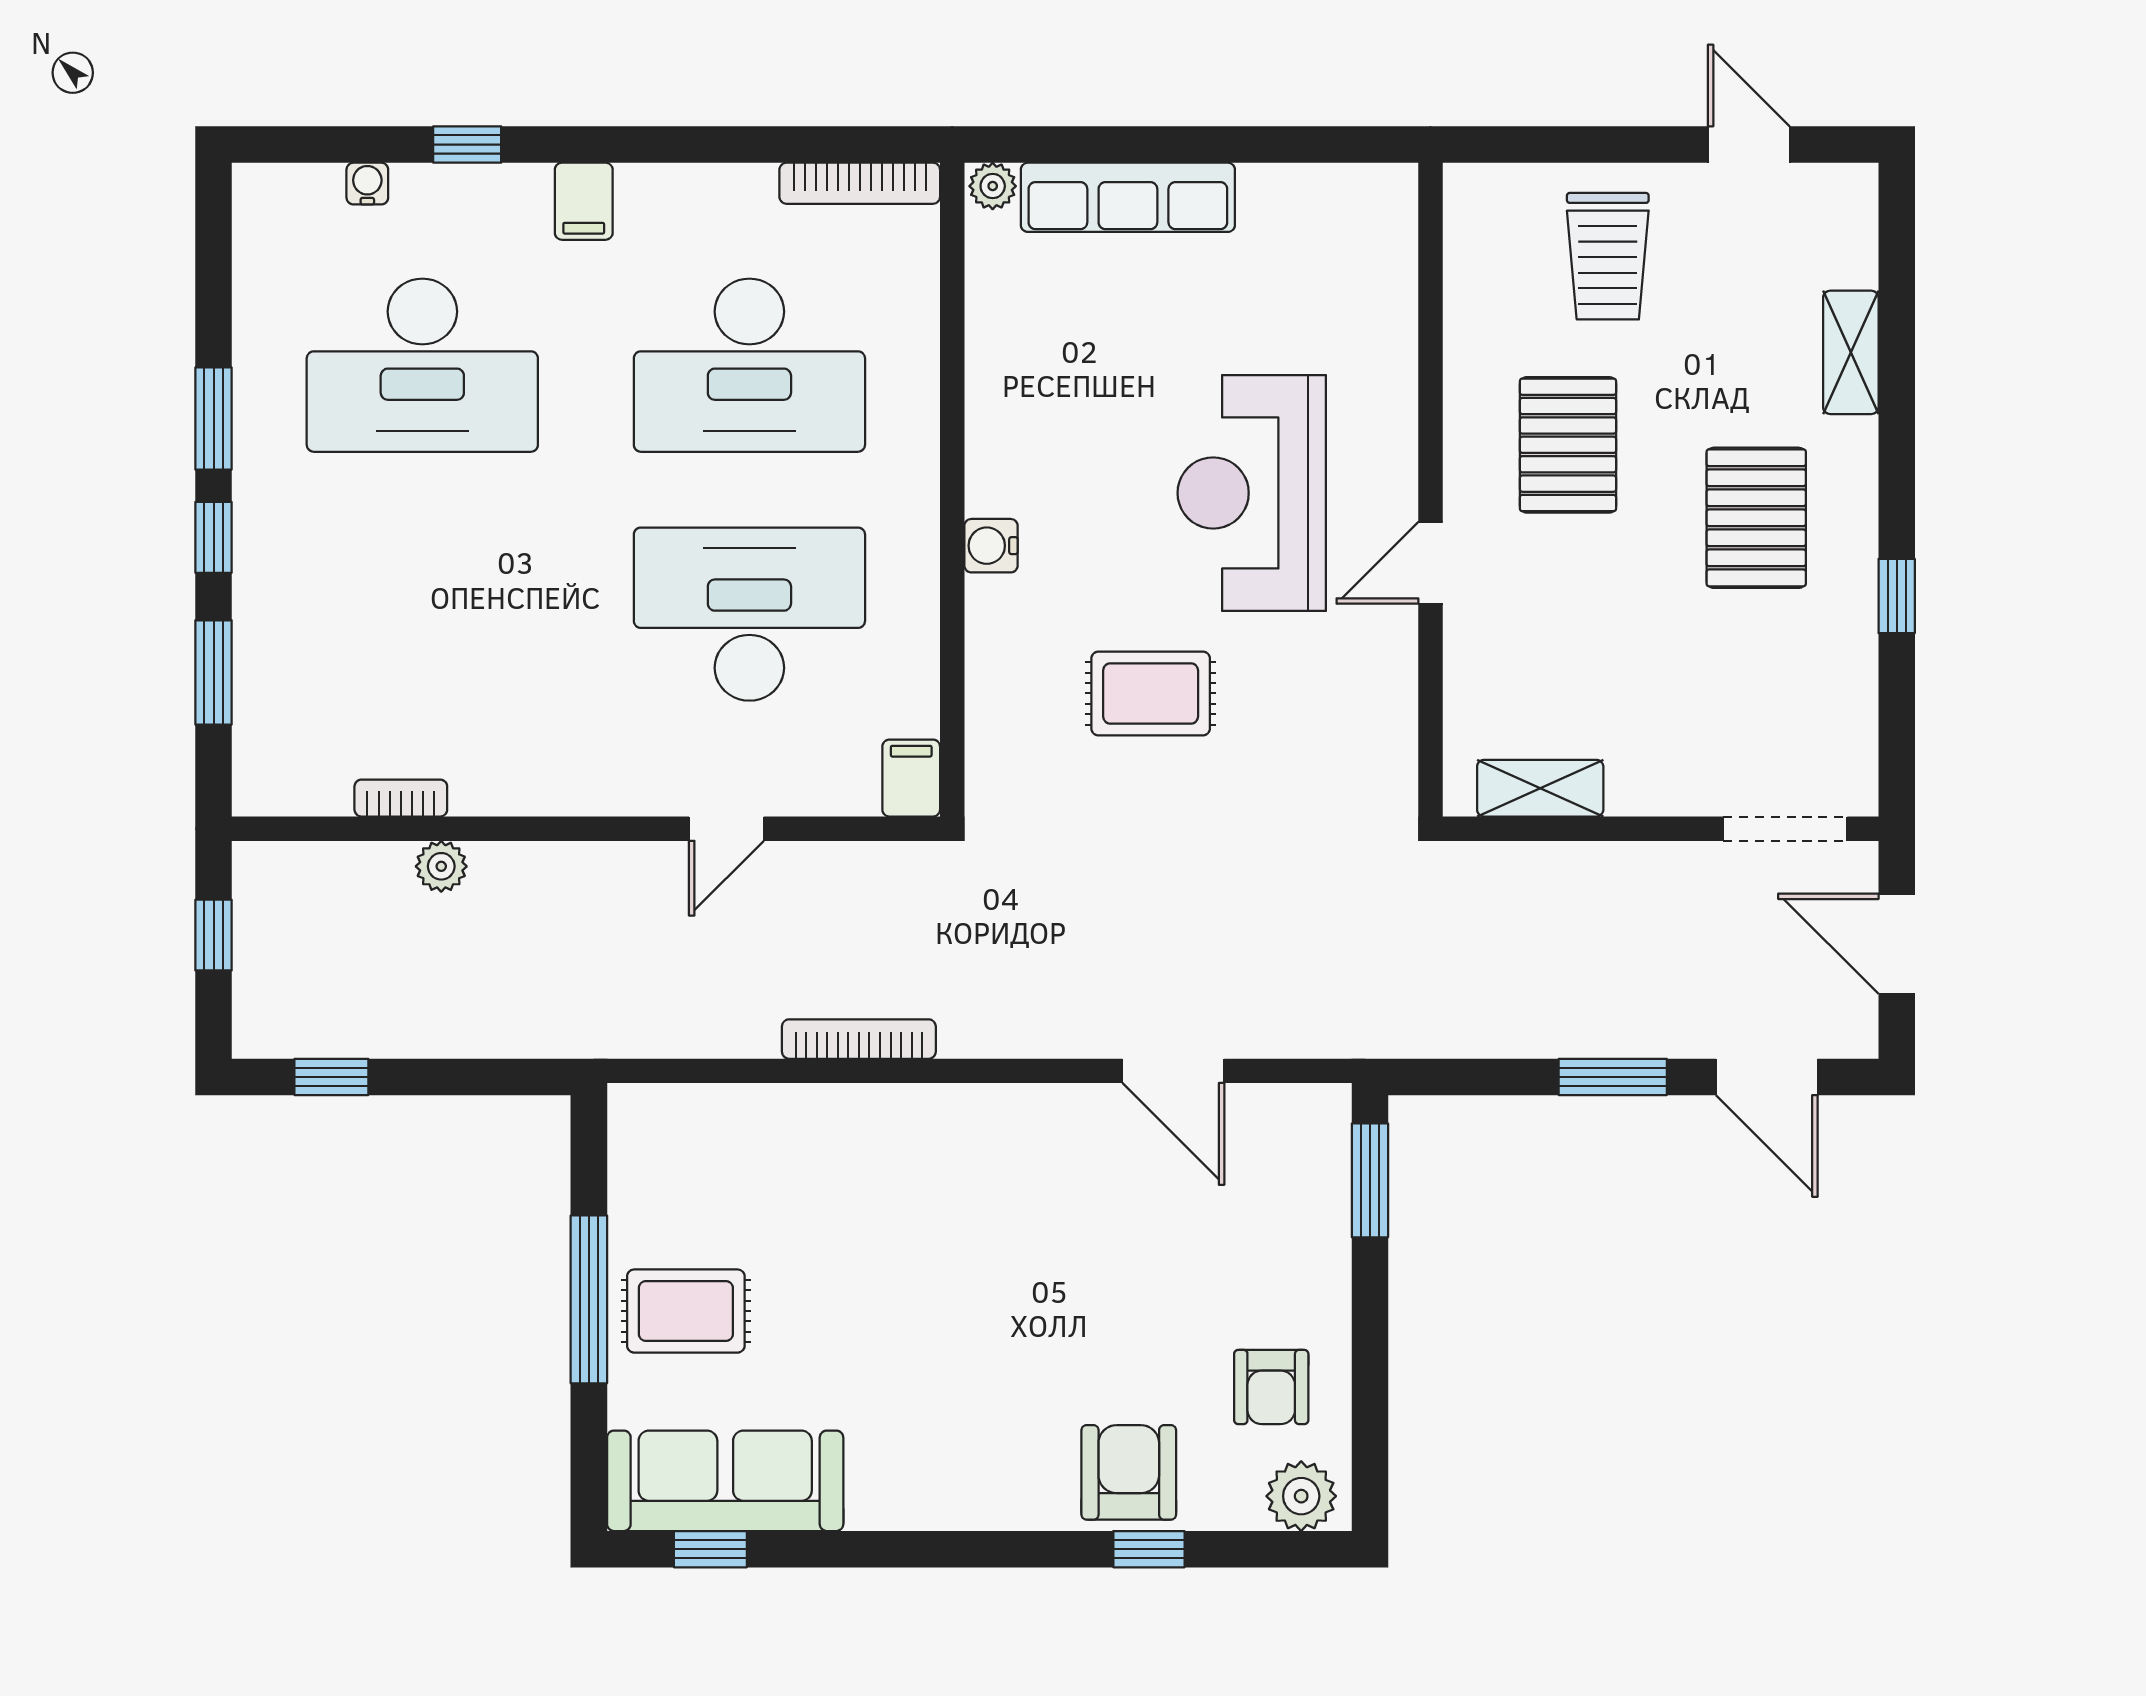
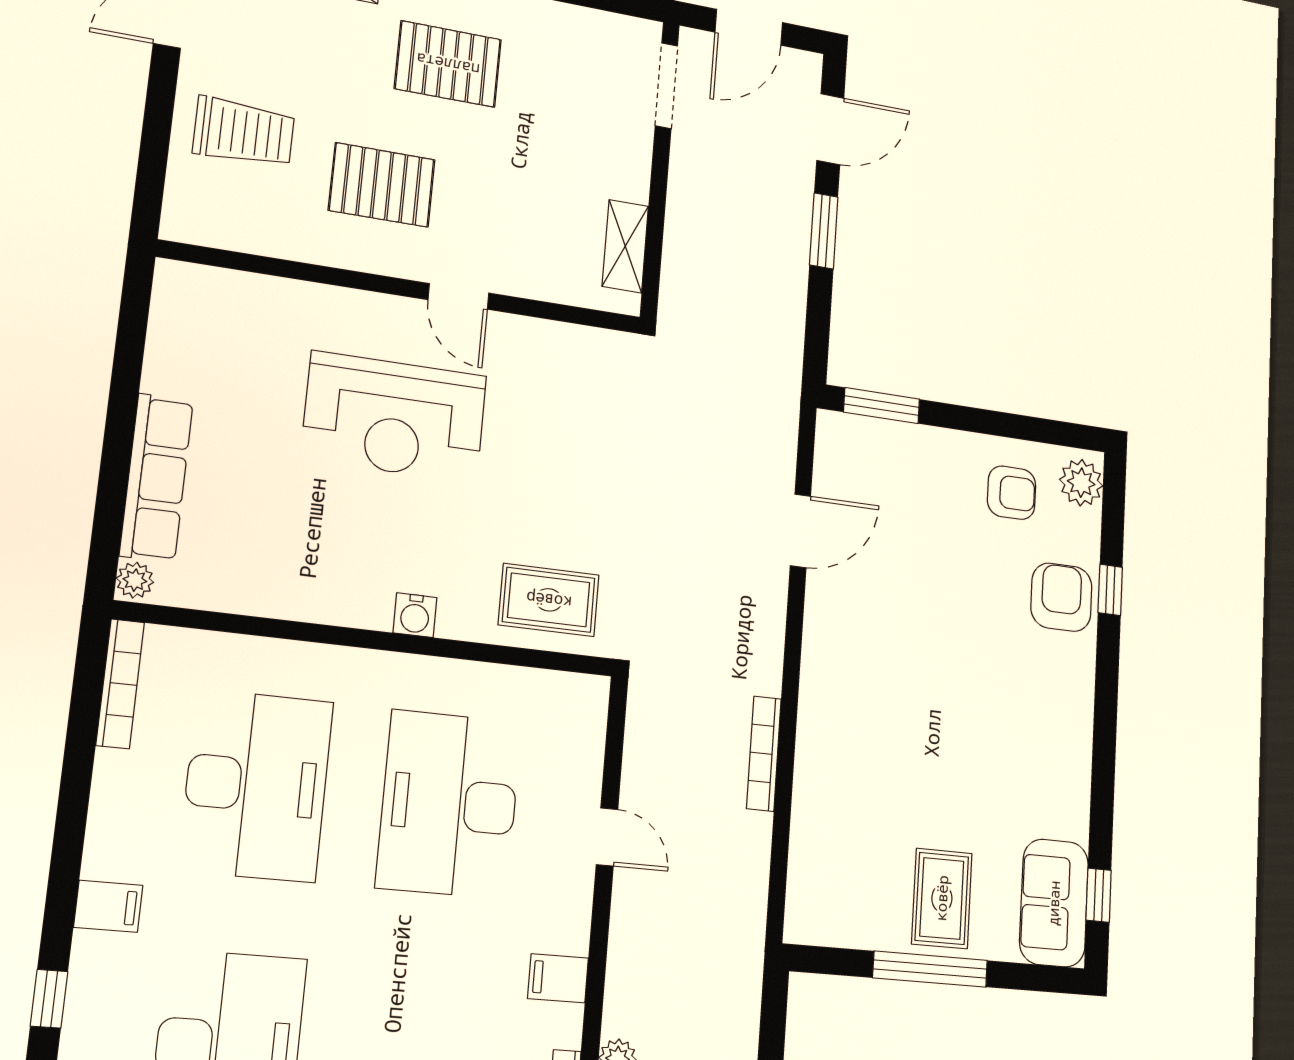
rug: (1151, 693) -> (549, 600), moved, turned 90
filing cabinet: (911, 778) -> (558, 978), moved
armchair: (1129, 1472) -> (1061, 597), turned 90
sofa: (725, 1481) -> (1054, 903), width x0.73

